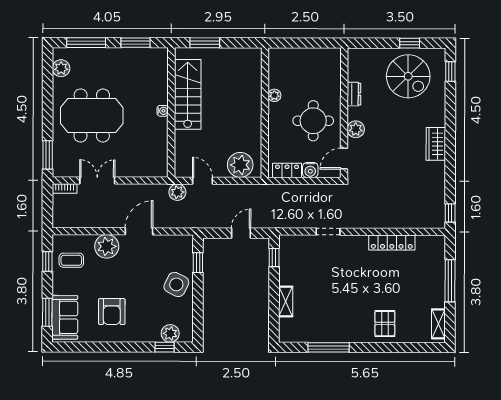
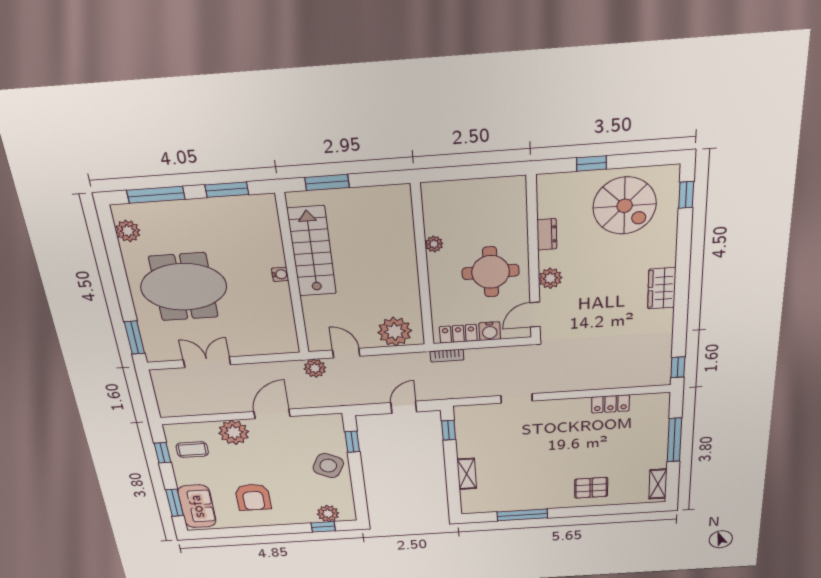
window: (410, 43) -> (592, 163), moved
bookcase: (65, 189) -> (447, 356), moved
locker: (392, 243) -> (610, 404), width x0.66
pallet: (385, 323) -> (591, 488), turned 90

